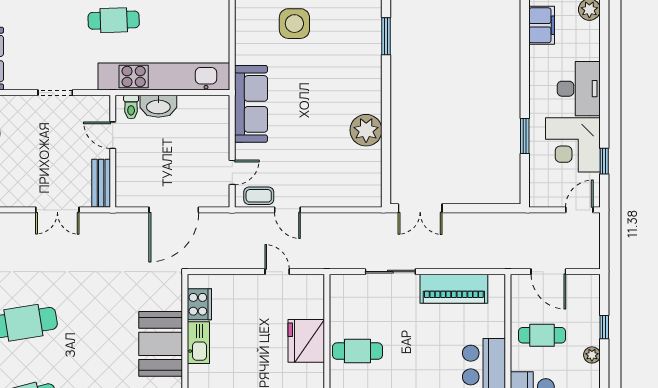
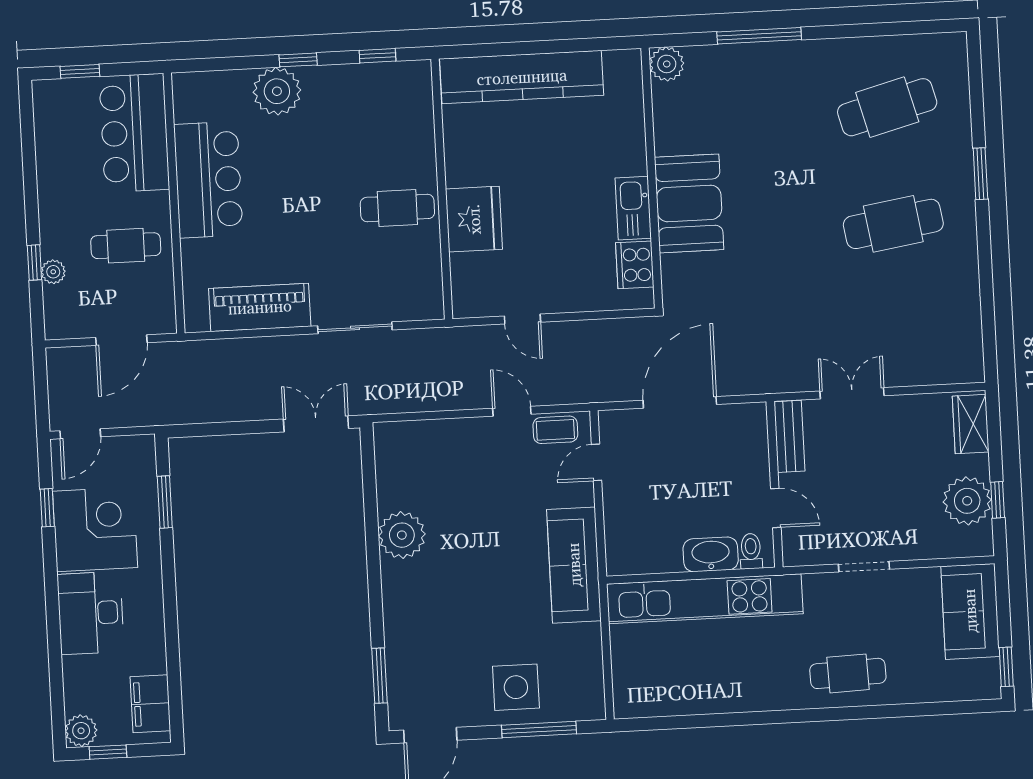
cafe table: (114, 20) -> (848, 673), moved
window: (525, 136) -> (165, 502), moved
door: (548, 272) -> (121, 340), swing flipped
plant: (592, 355) -> (53, 272), moved

